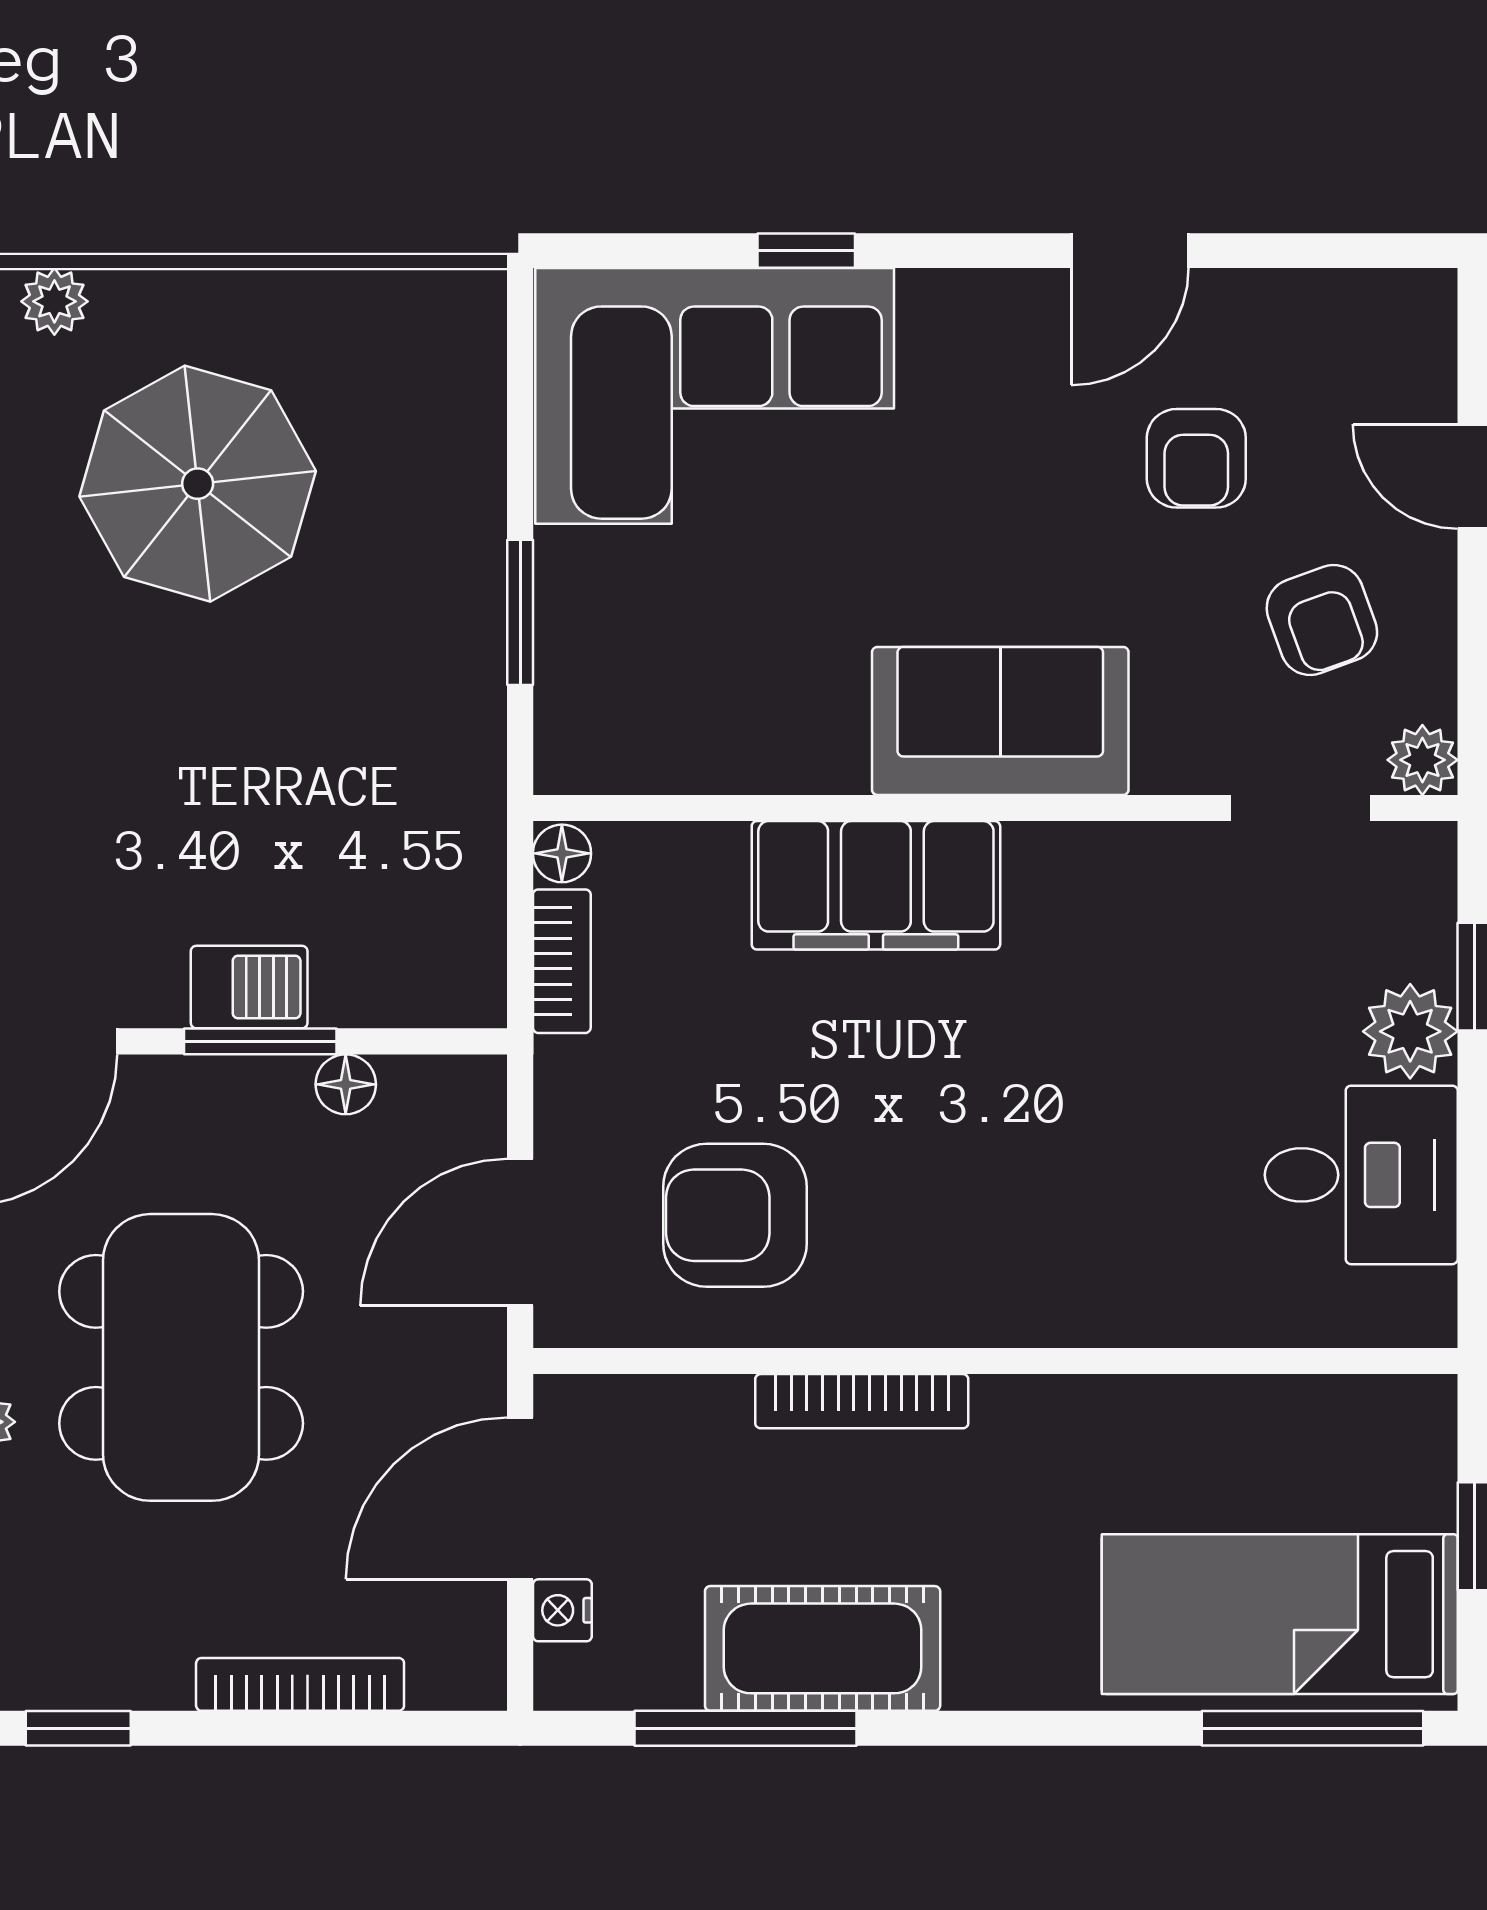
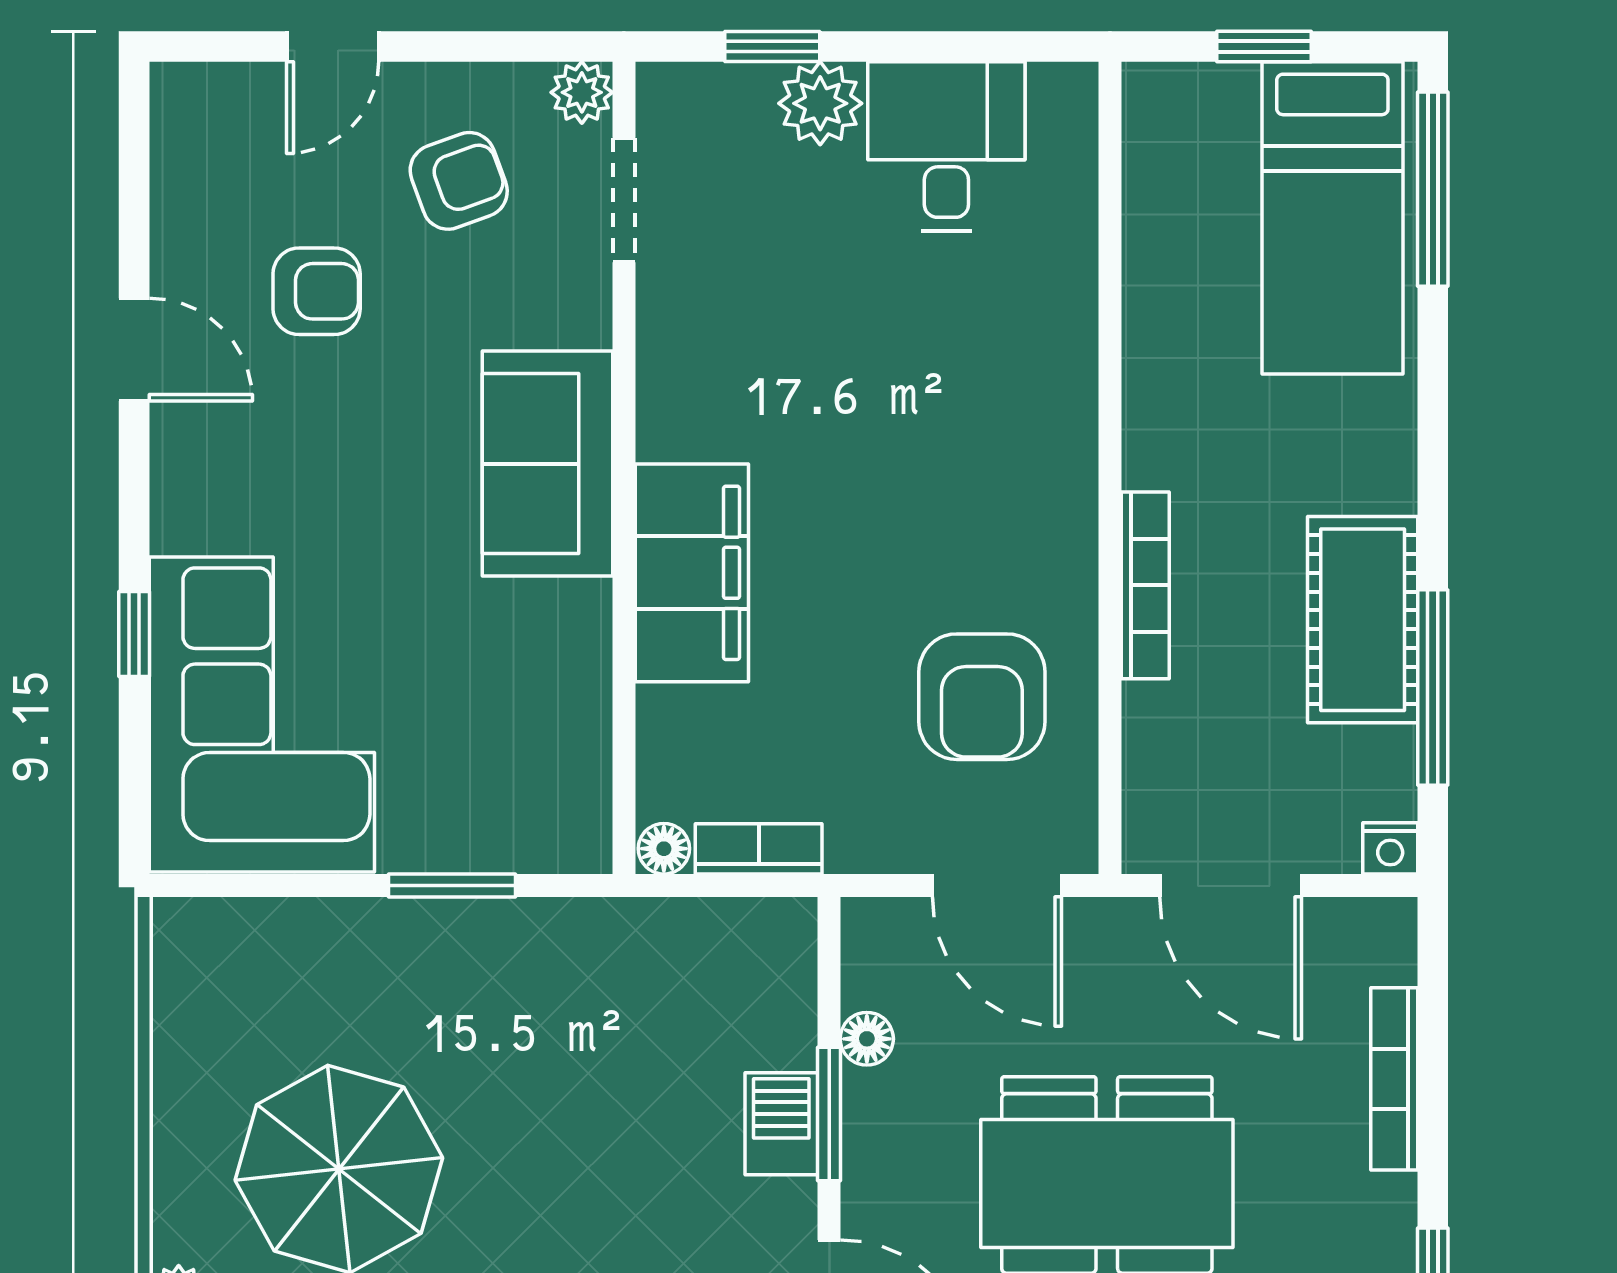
nightstand: (562, 1610) -> (1390, 848), moved

